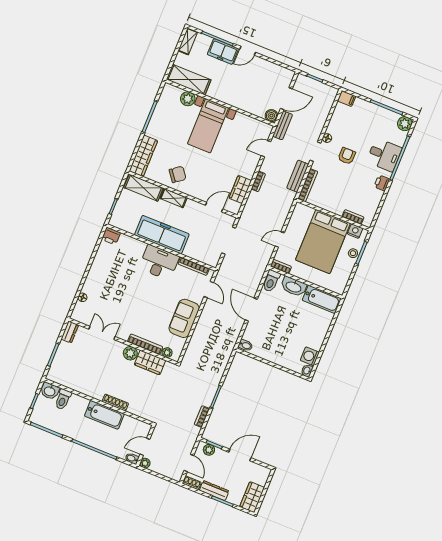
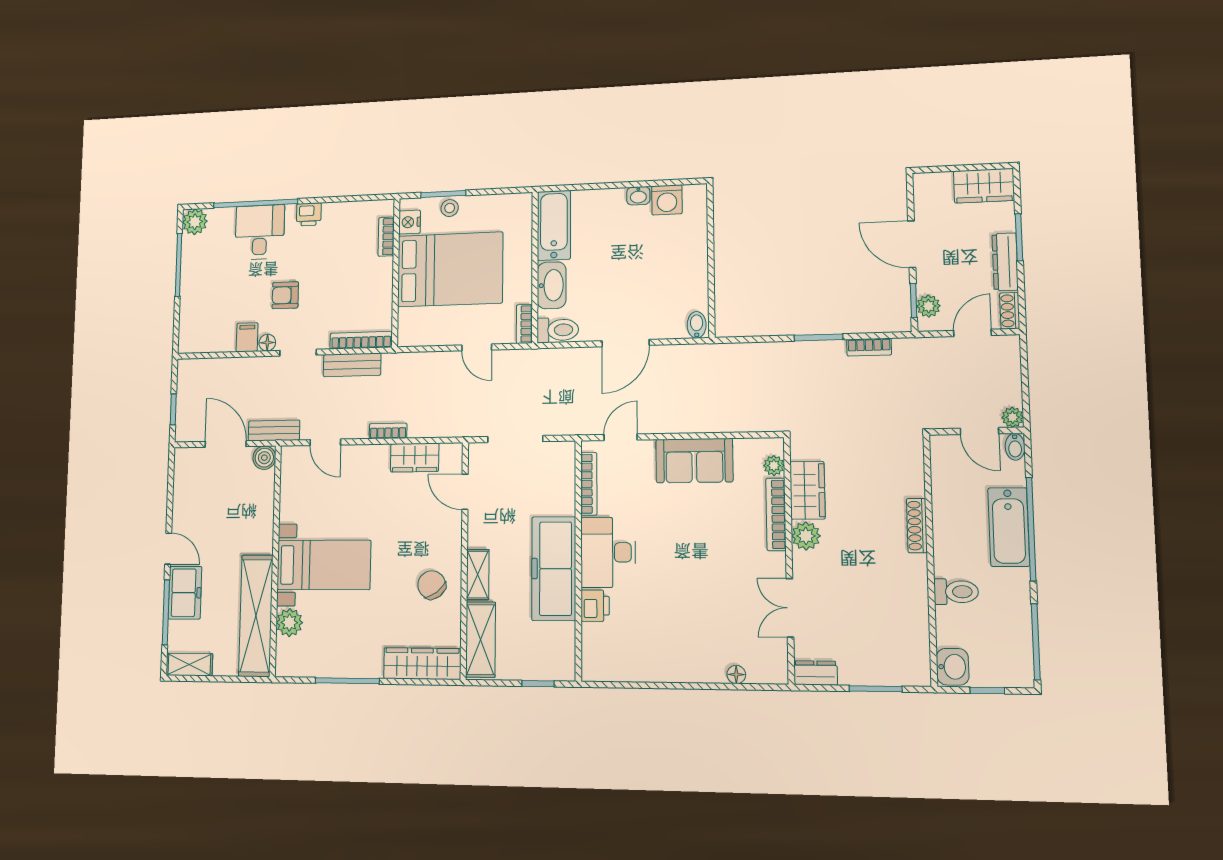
shelving: (189, 80) -> (256, 616), width x1.47
filing cabinet: (347, 99) -> (247, 337), moved
printer: (111, 236) -> (595, 606), moved
washbasin: (307, 371) -> (638, 196), moved
toilet: (63, 399) -> (956, 592), moved
bathtub: (104, 415) -> (1009, 527), moved, turned 180

